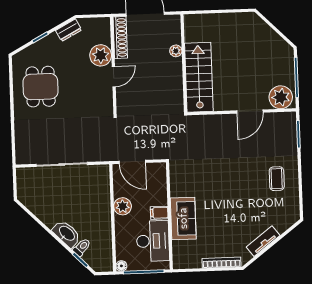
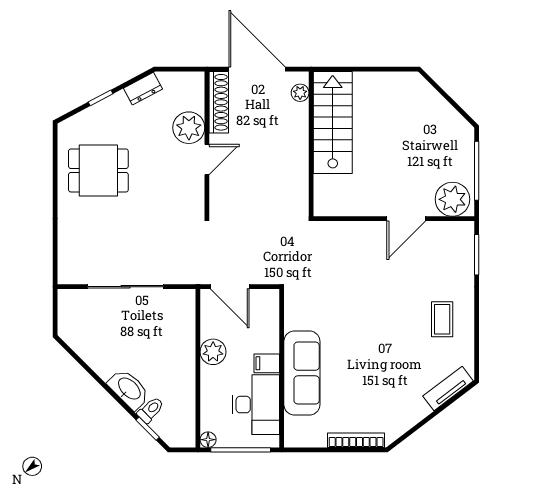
plant: (176, 51) -> (300, 93), moved
stairs: (199, 77) -> (333, 122), moved
dining table: (41, 87) -> (98, 170), turned 90
sofa: (183, 218) -> (302, 373), width x1.36
tv unit: (263, 241) -> (448, 389), moved

